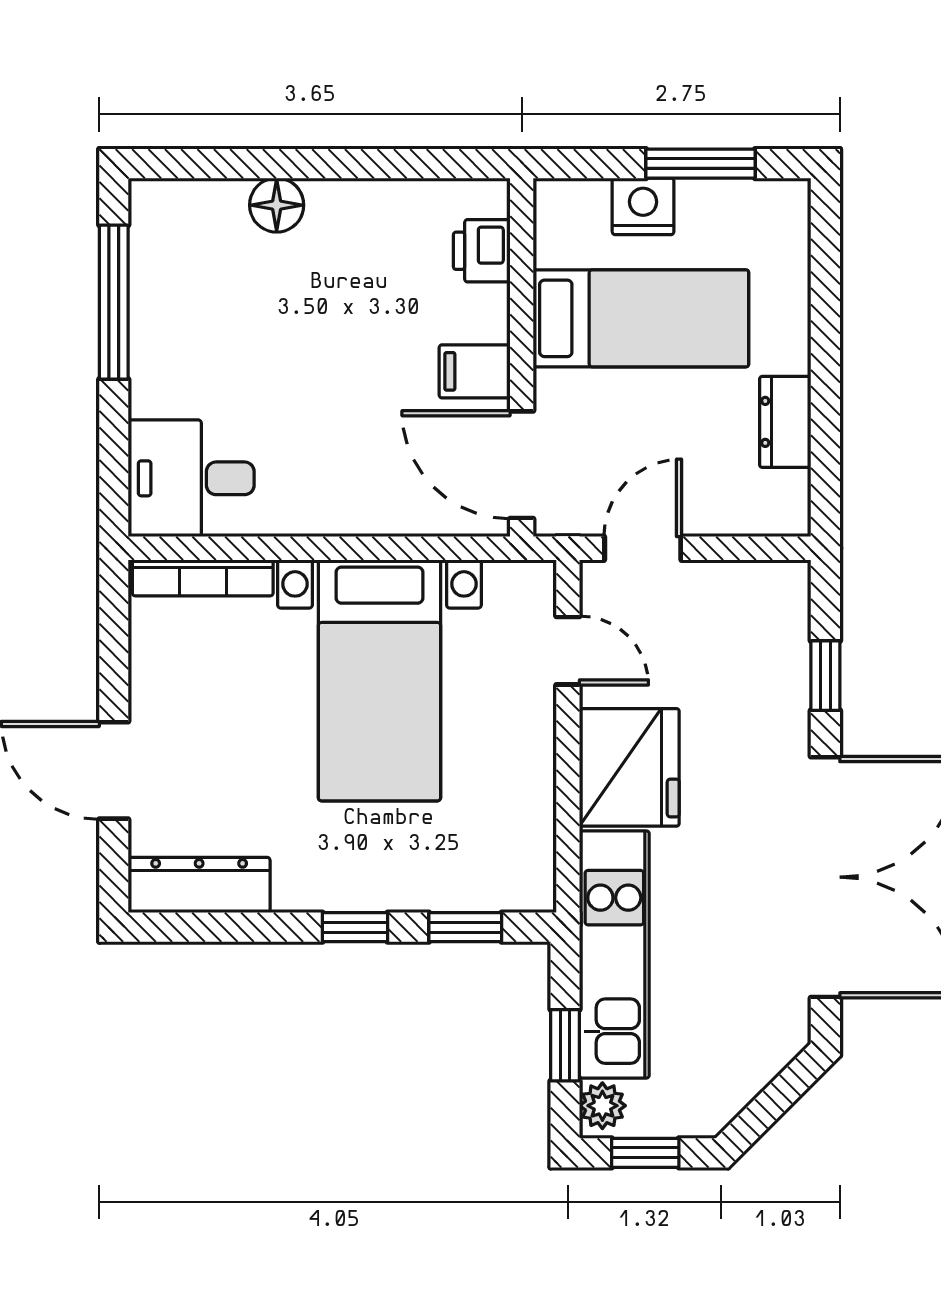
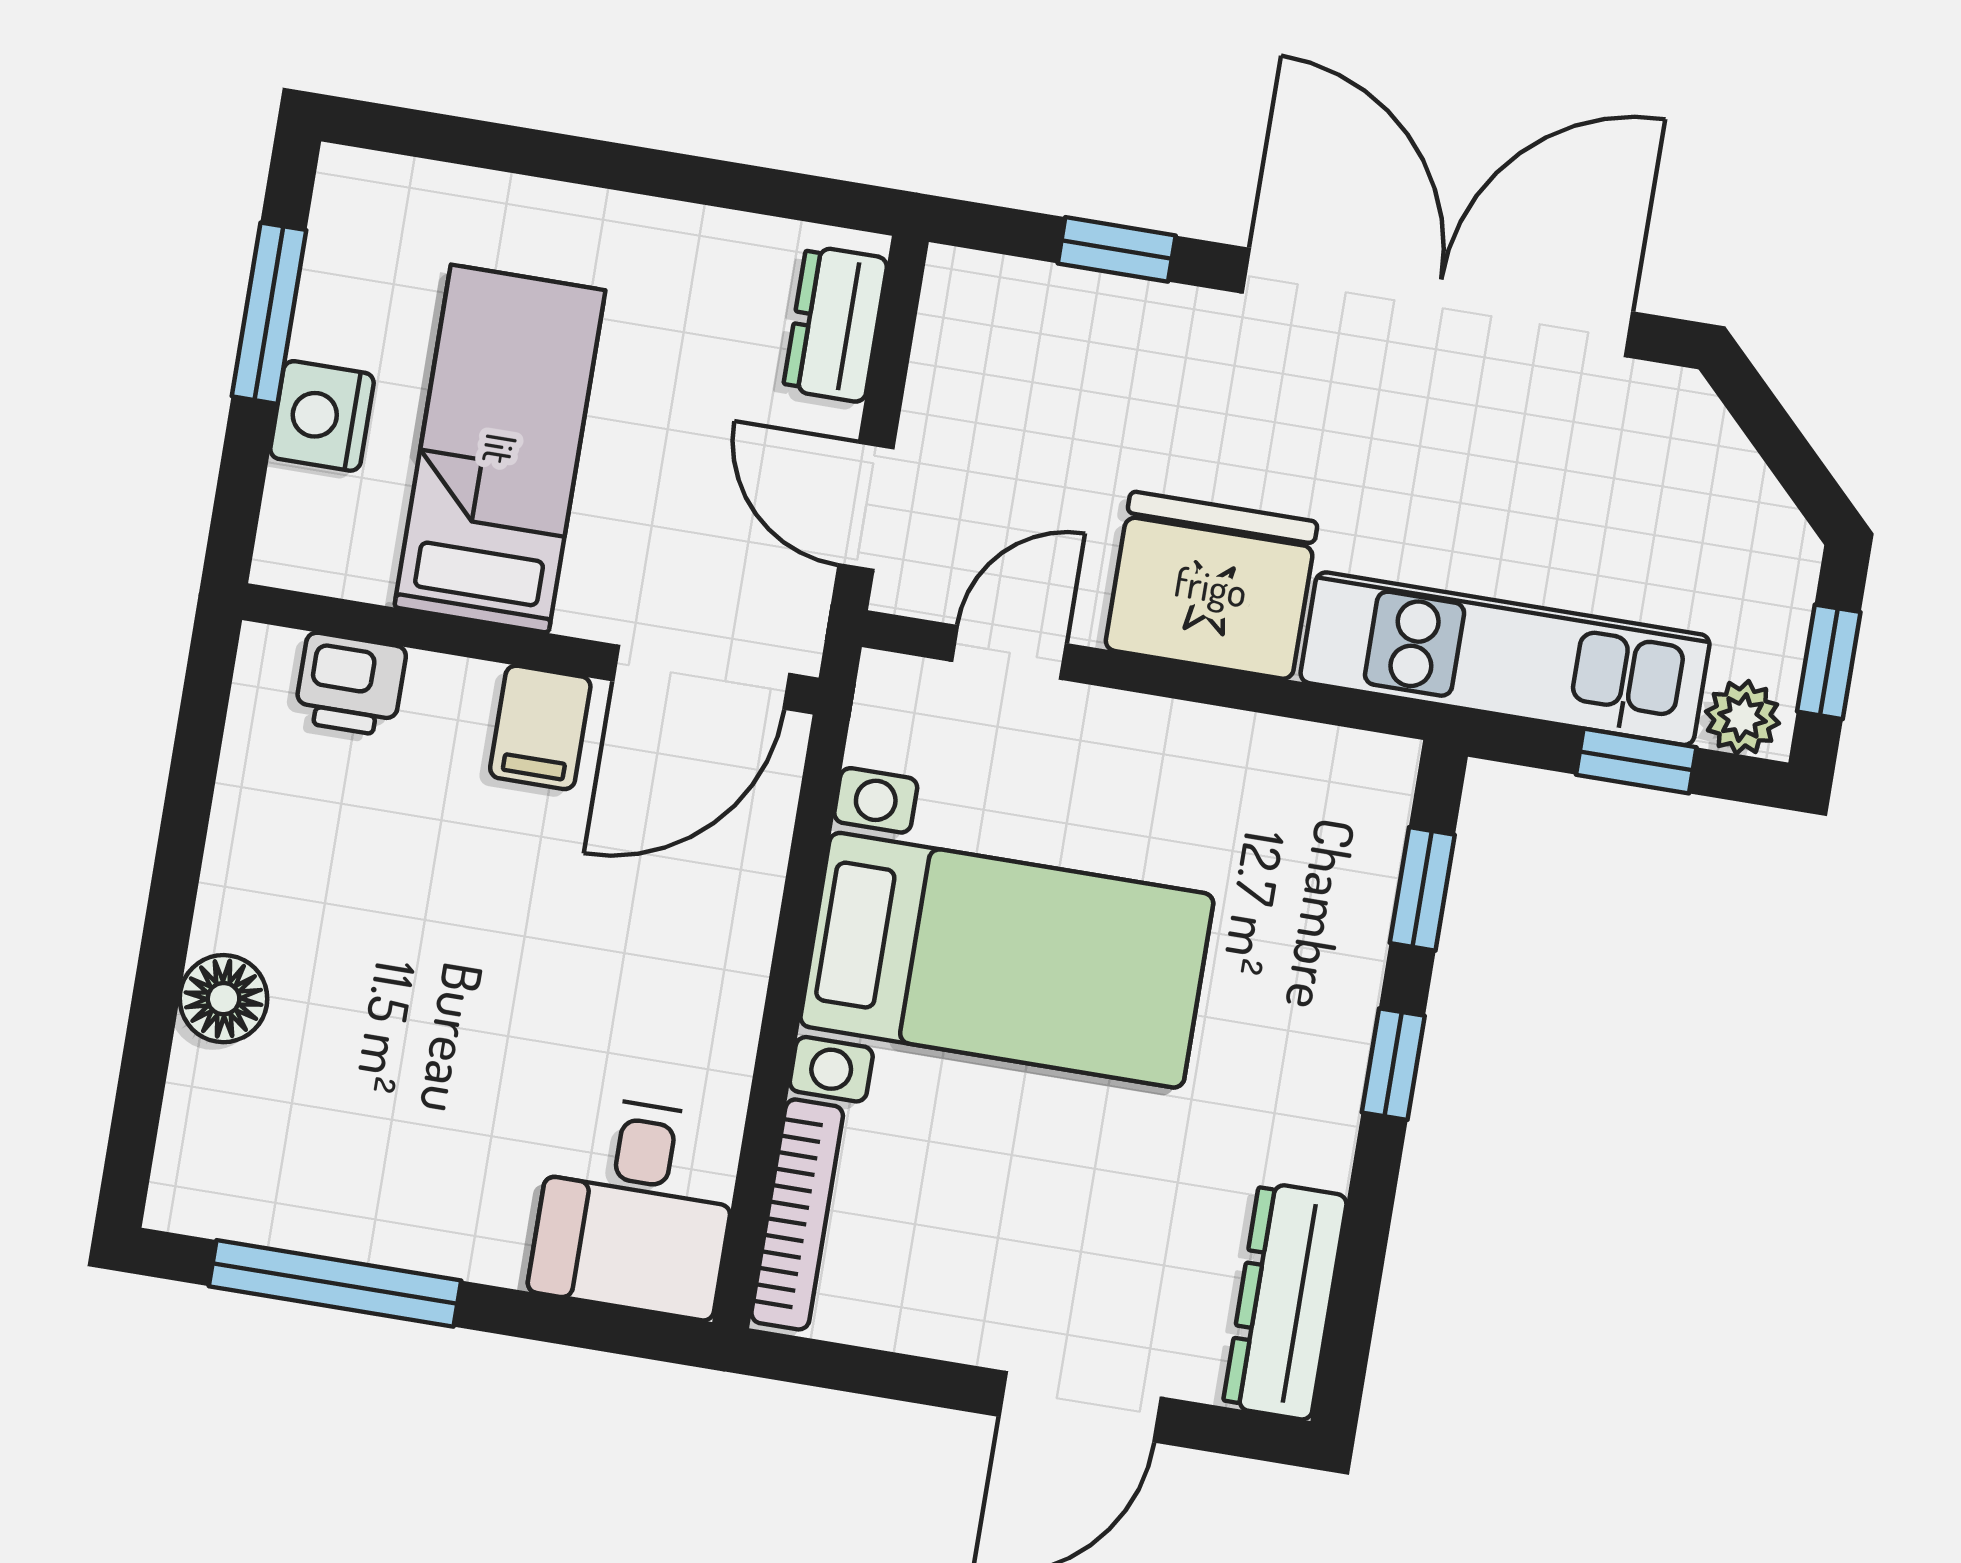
dresser: (785, 422) -> (835, 324), moved, turned 90

